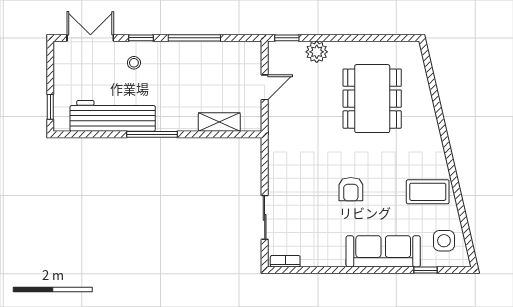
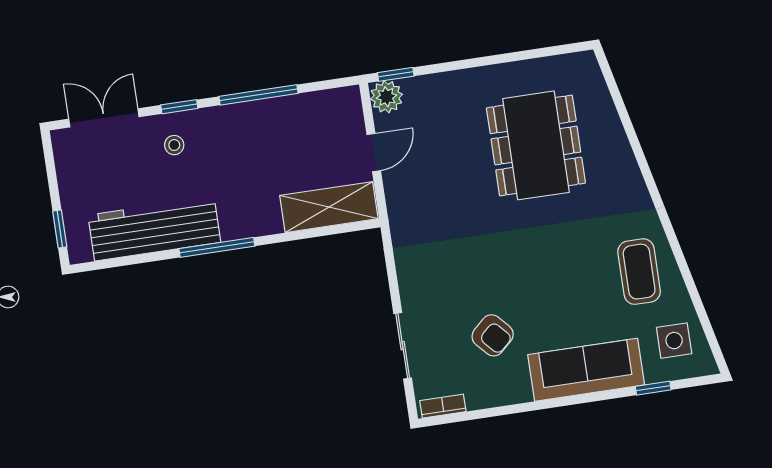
plant: (317, 52) -> (386, 97), moved
shelving: (219, 122) -> (329, 207), width x1.50, depth x1.33
armchair: (351, 189) -> (493, 335), moved, turned -42
coffee table: (428, 192) -> (639, 272), turned 90

